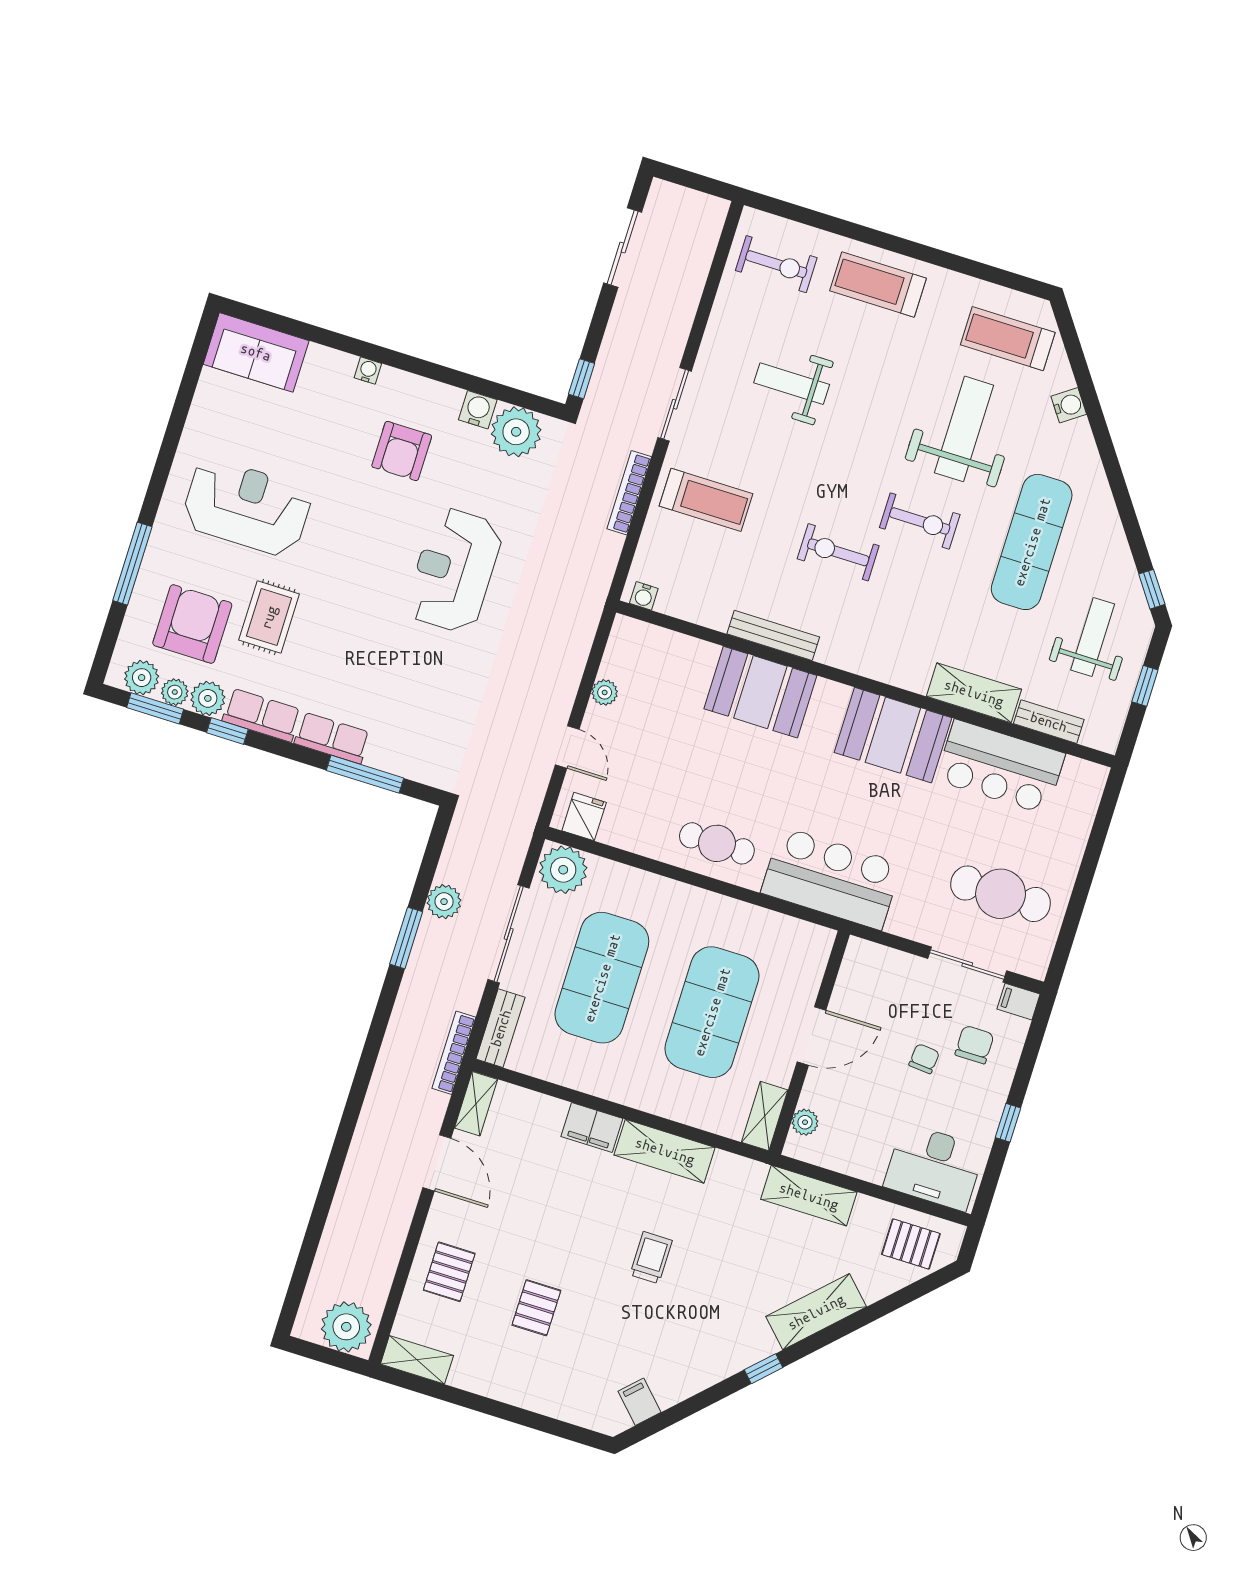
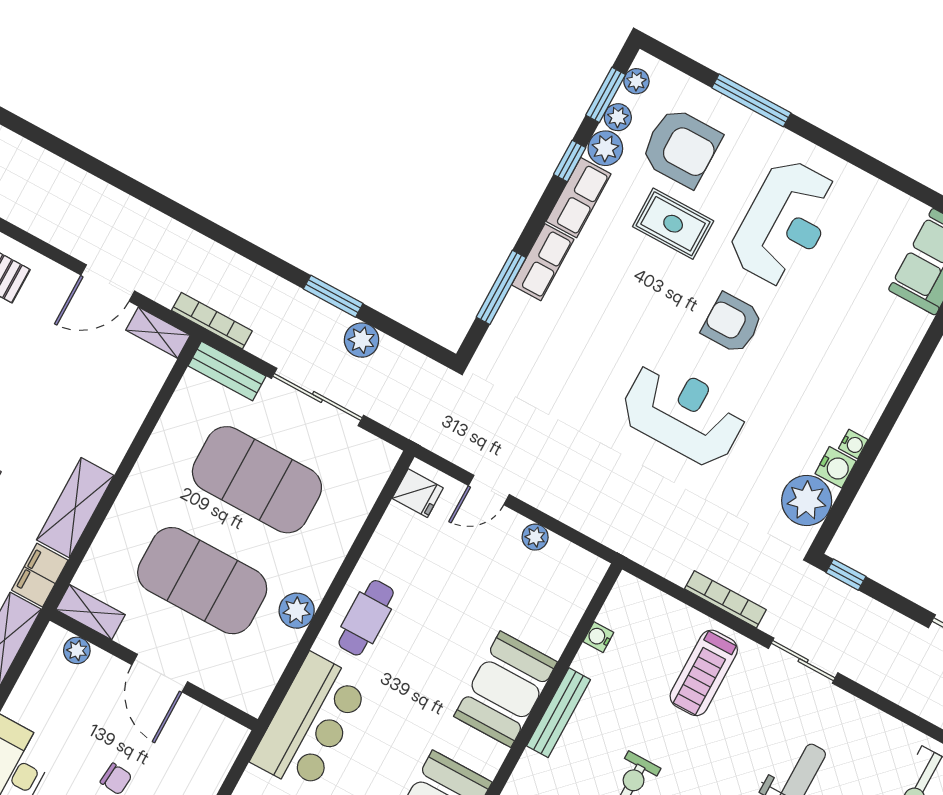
water cooler: (368, 371) -> (853, 444), moved
armchair: (402, 451) -> (732, 323), moved
water cooler: (644, 596) -> (598, 637), moved
plant: (142, 678) -> (636, 81), width x0.73, depth x0.73
plant: (563, 870) -> (297, 611), moved, width x0.73, depth x0.73
filing cabinet: (592, 1128) -> (40, 575), moved

